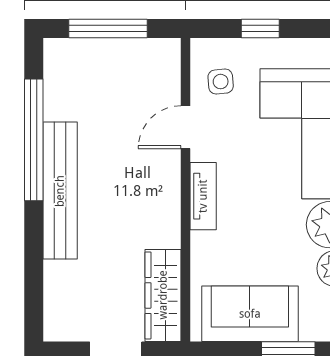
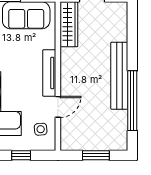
window: (108, 28) -> (96, 155), width x0.69
tv unit: (203, 196) -> (49, 73), width x1.41

